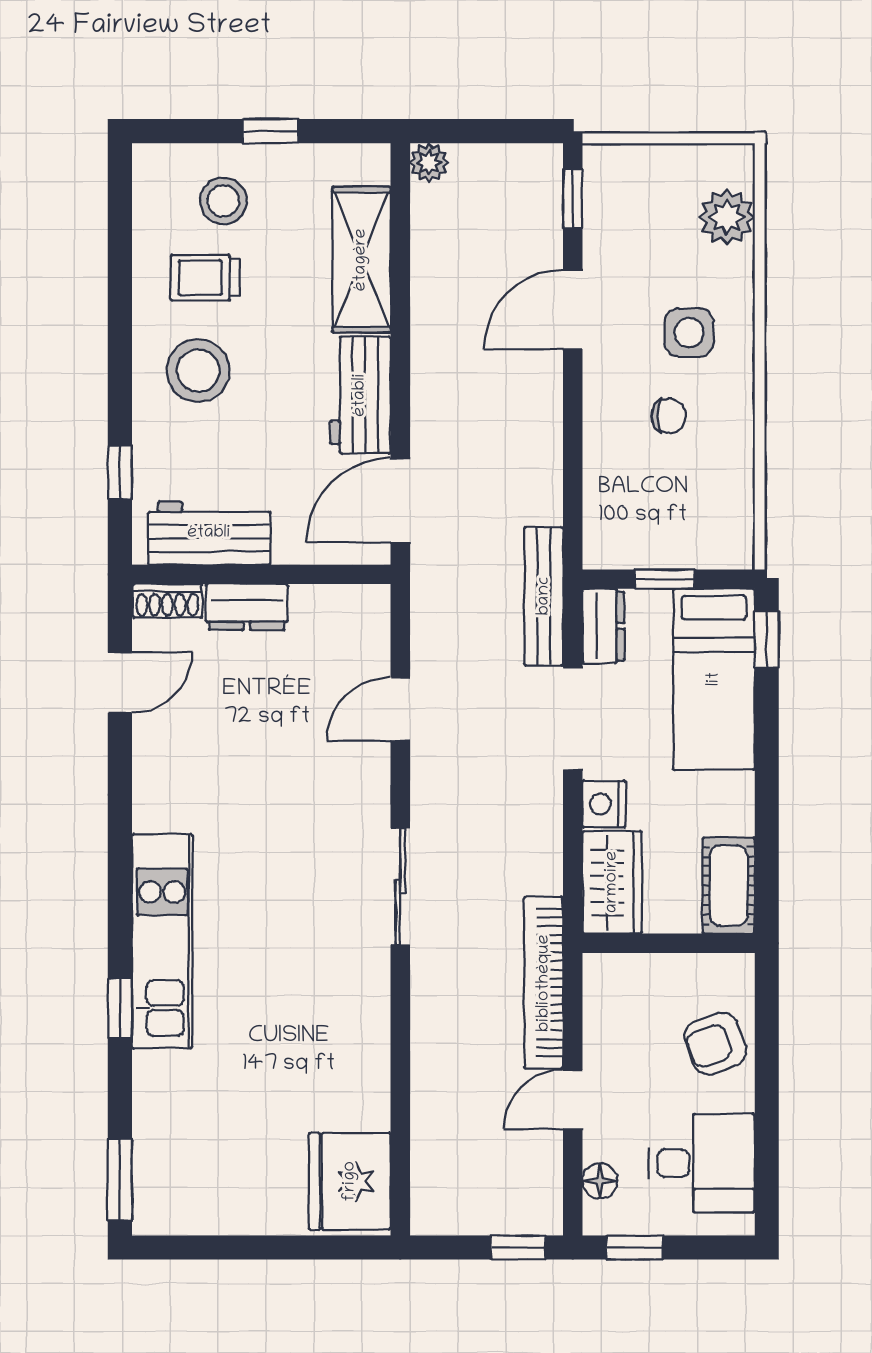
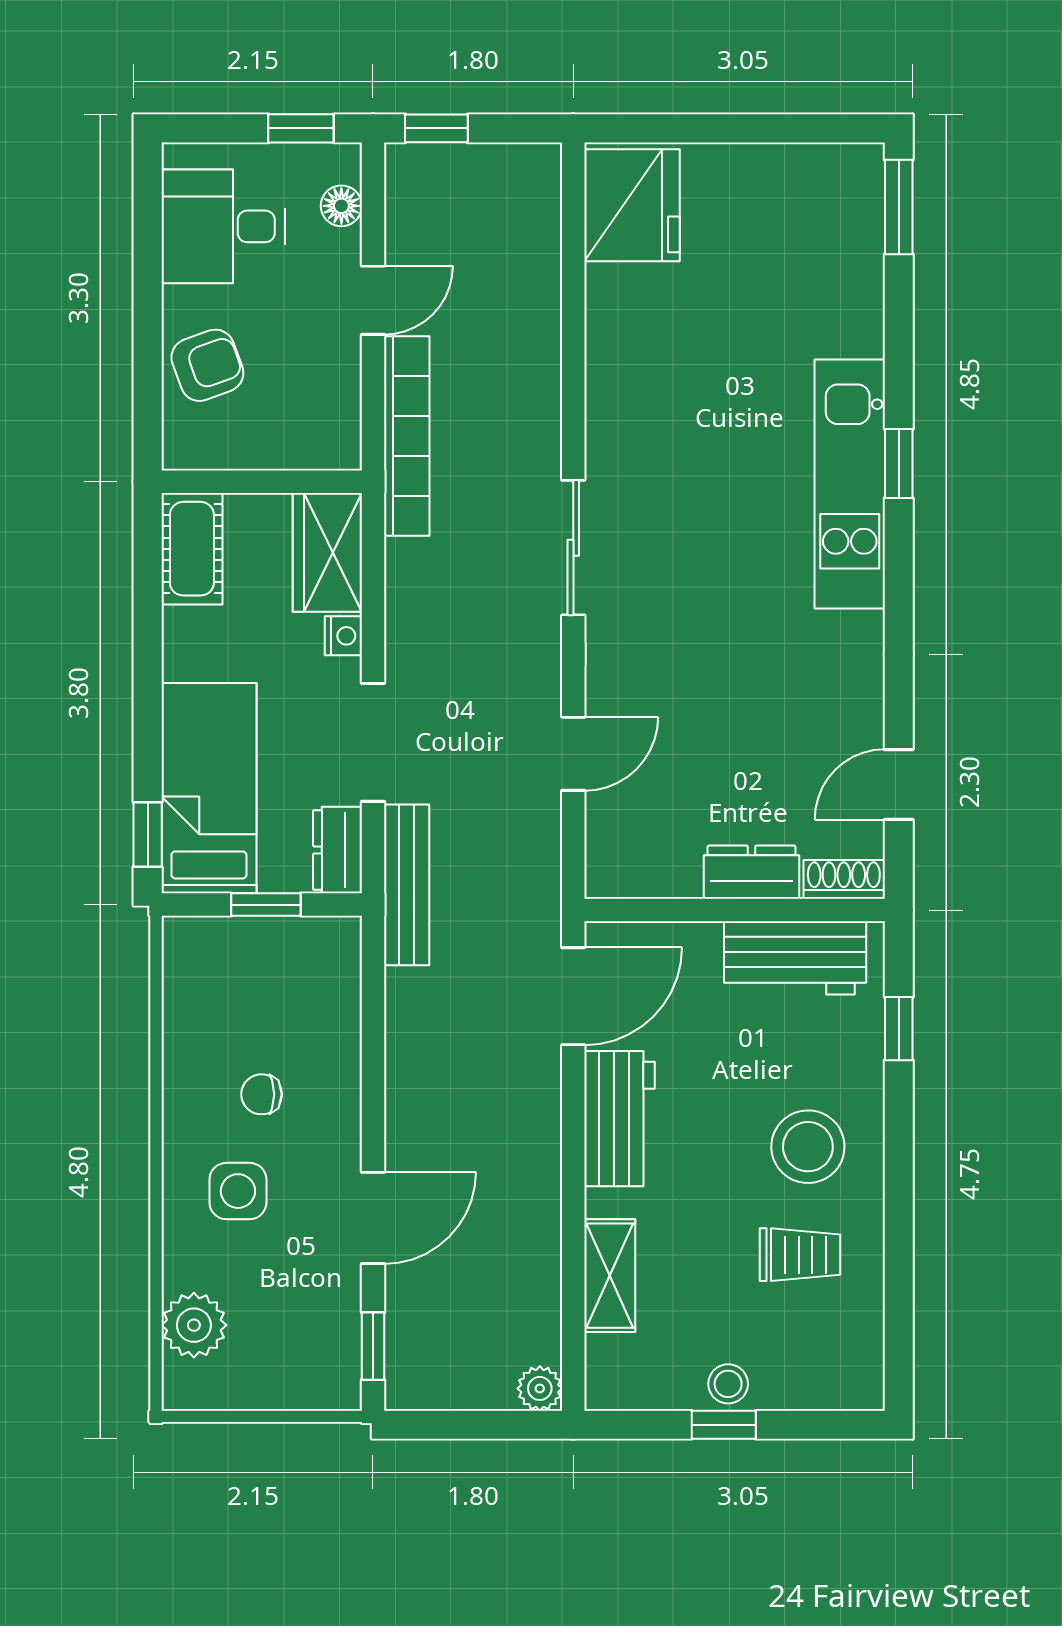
stool: (223, 201) -> (728, 1384), moved, width x0.73, depth x0.73
shelving: (361, 260) -> (610, 1276), width x0.67, depth x0.75
nightstand: (604, 804) -> (343, 636), width x0.72, depth x0.74
window: (120, 1008) -> (899, 464), moved

